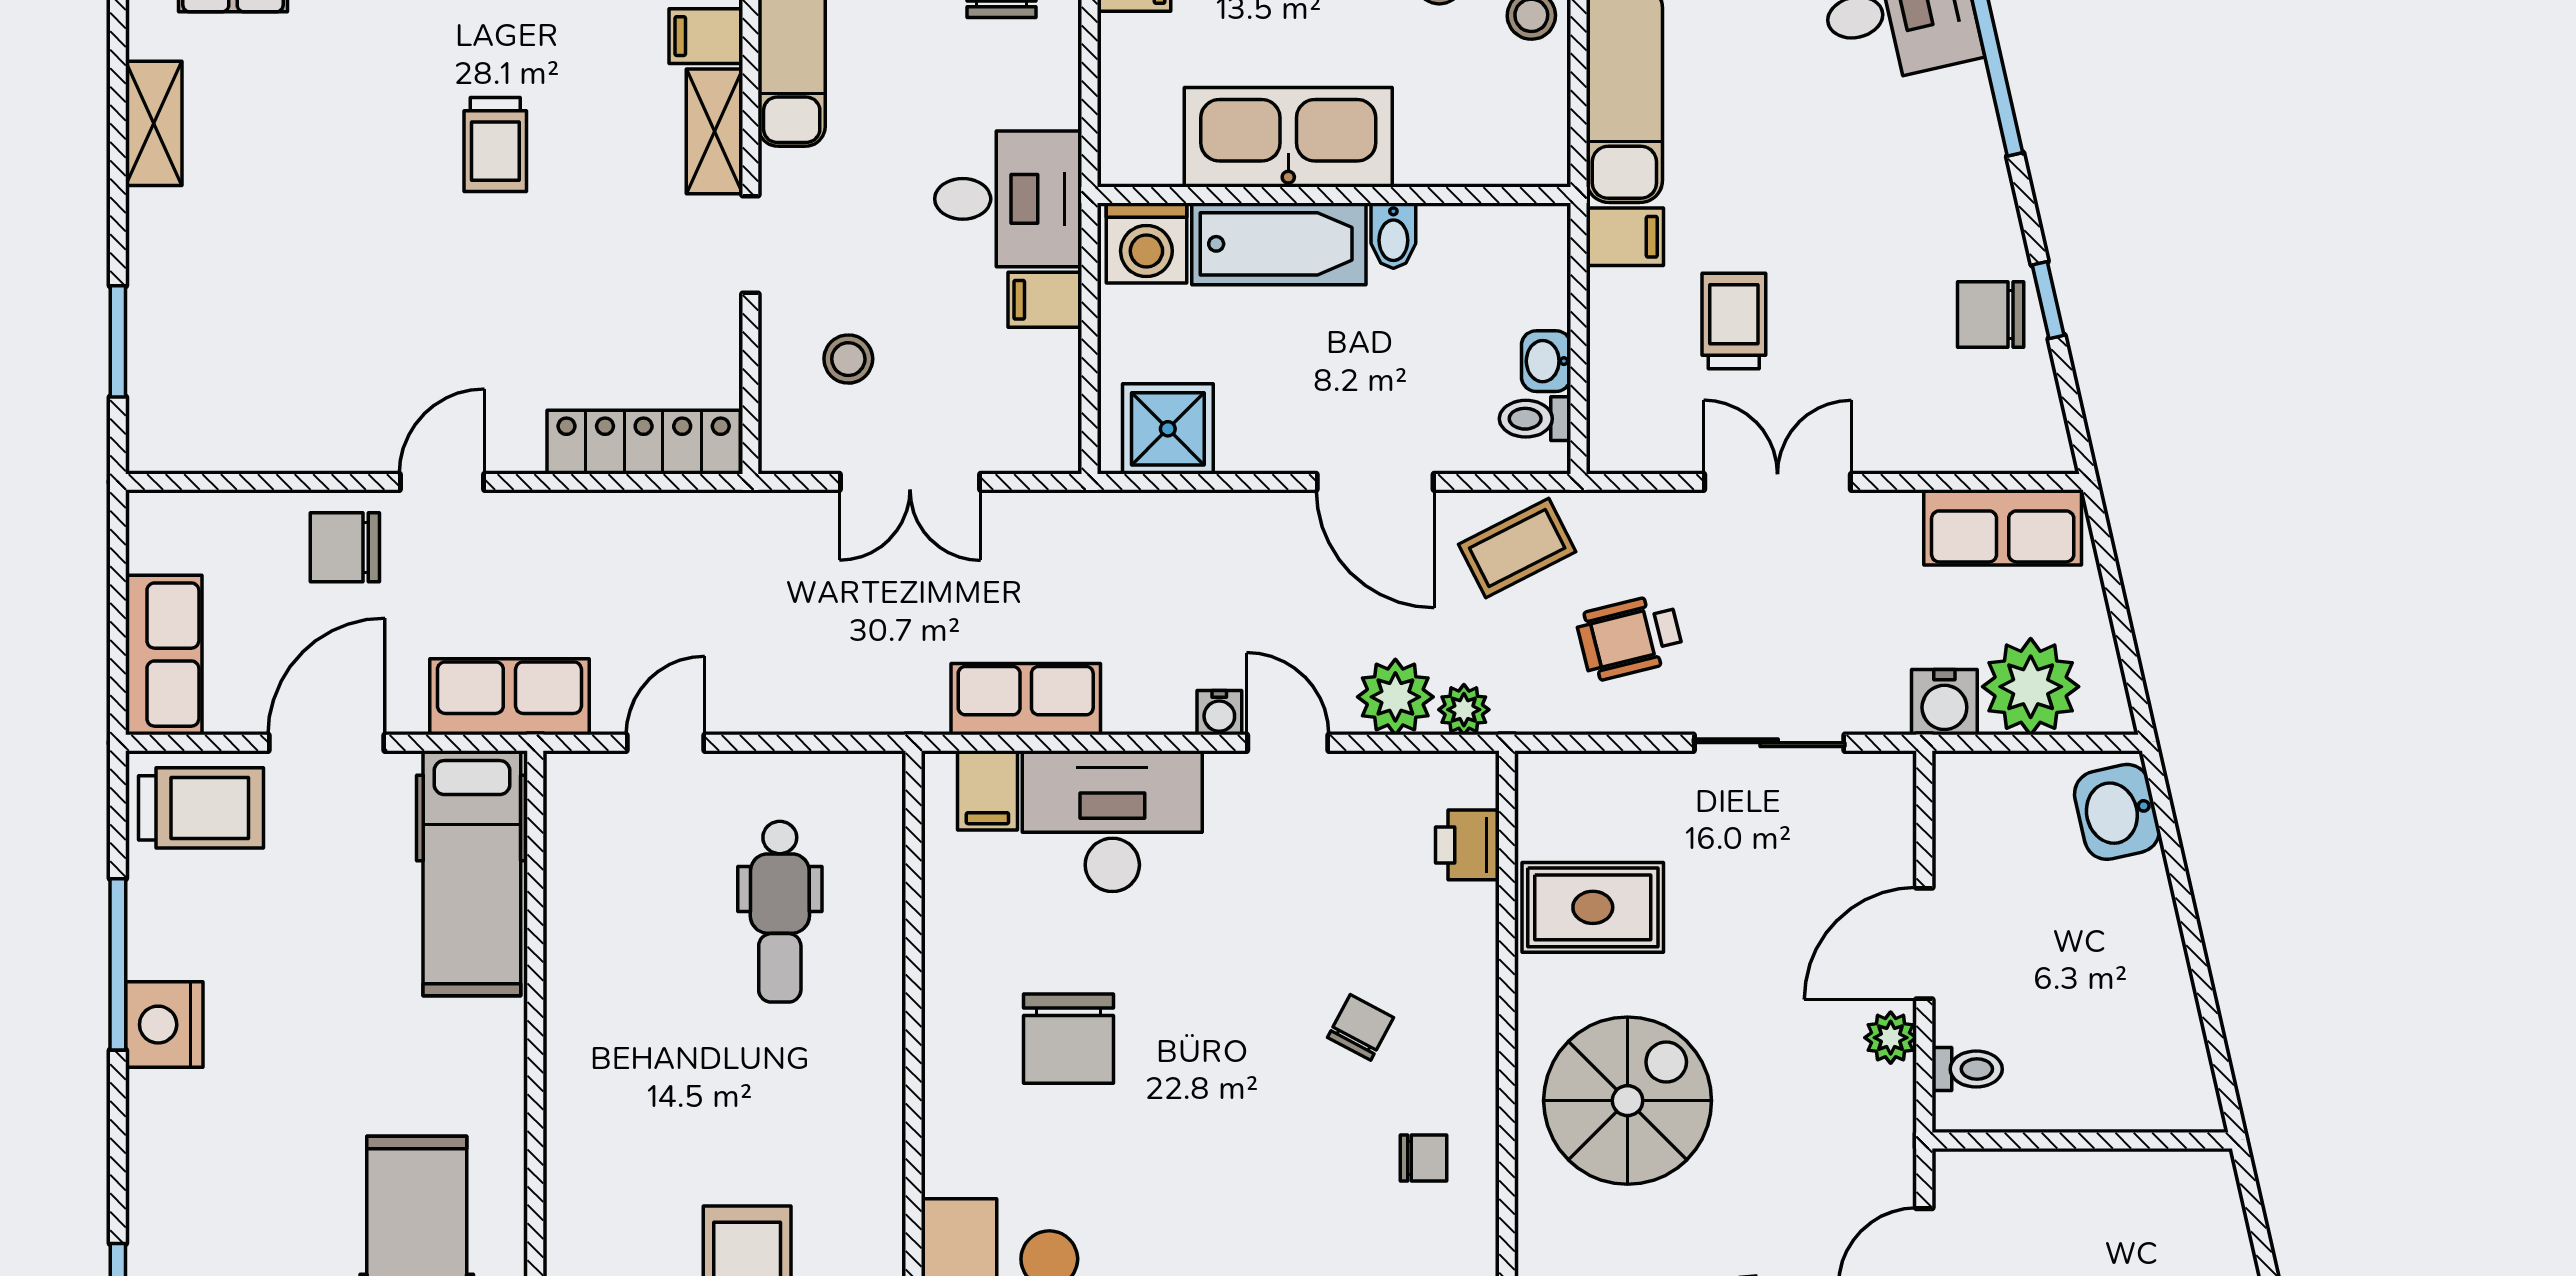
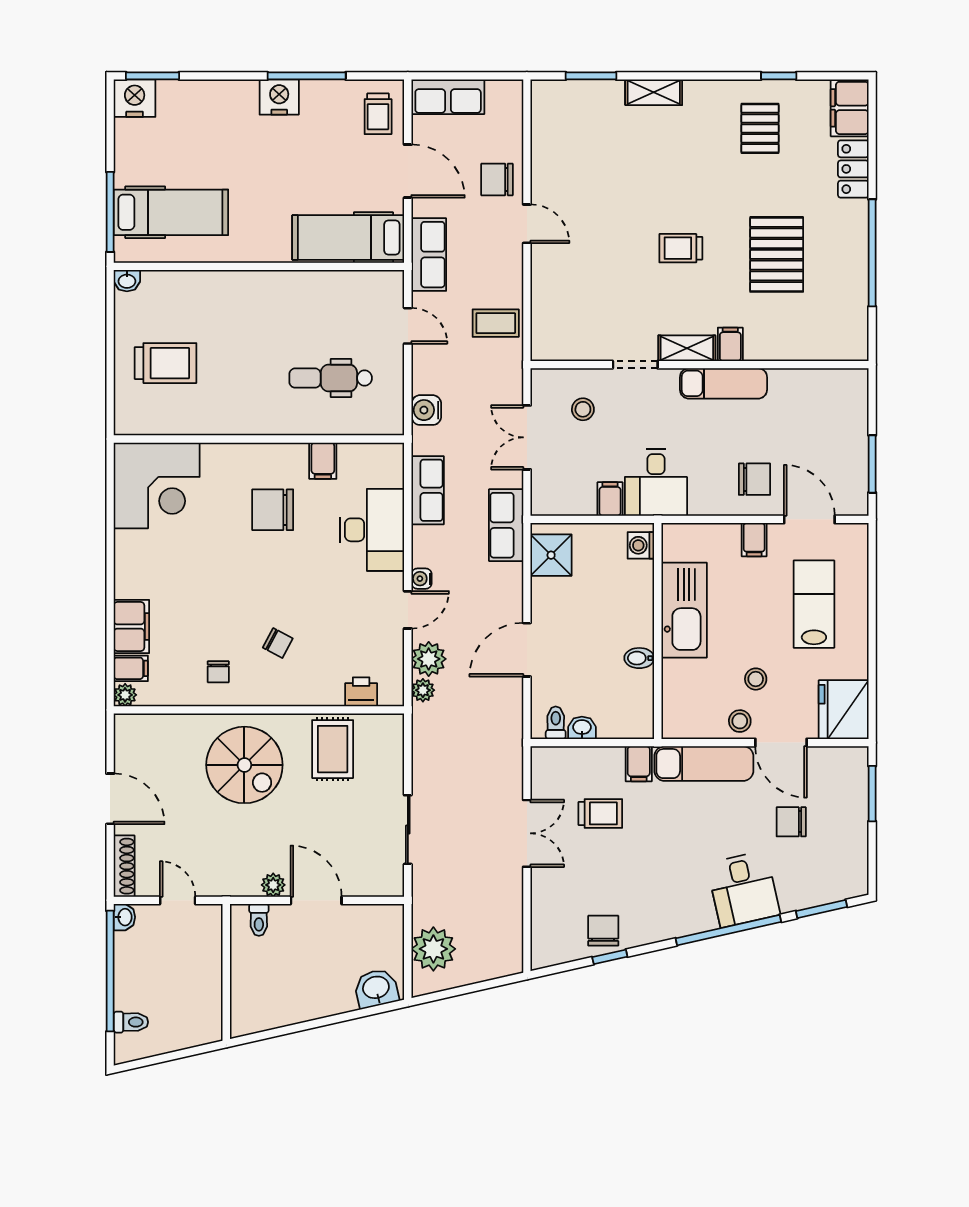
shelving: (154, 123) -> (654, 92), moved
washing machine: (1146, 243) -> (641, 545), width x0.73, depth x0.73
bathtub: (1279, 244) -> (635, 606), removed
locker: (644, 442) -> (545, 316), removed
row of seats: (2003, 527) -> (506, 525), moved
chair: (345, 547) -> (497, 179), turned -90
coffee table: (1517, 548) -> (496, 323), moved, turned -63
wheelchair: (1630, 637) -> (456, 766), removed
water cooler: (1944, 702) -> (426, 410), moved
filing cabinet: (987, 790) -> (323, 461), moved, turned -90
trolley: (201, 808) -> (378, 114), width x0.73, depth x0.72

